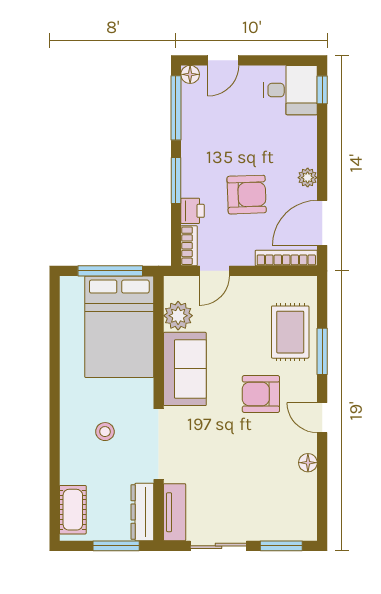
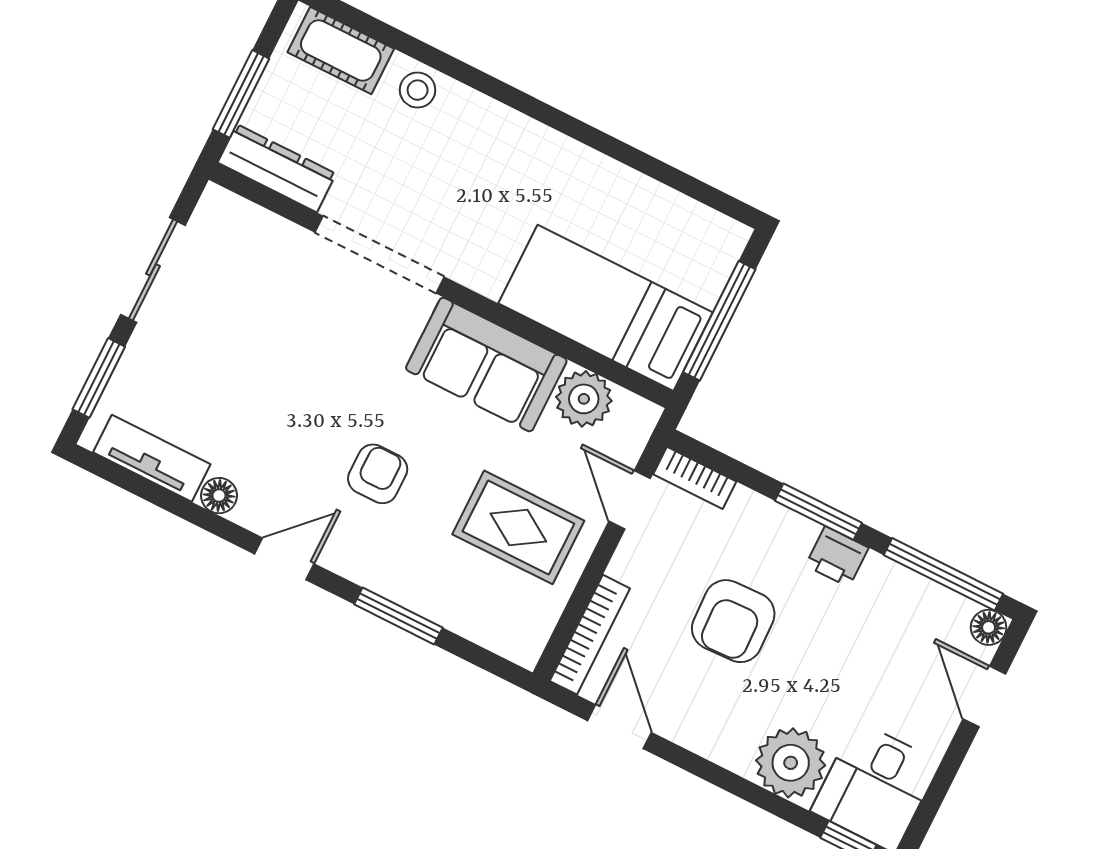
plant: (308, 178) -> (791, 763), moved, width x1.88, depth x1.88
printer: (192, 211) -> (837, 557), moved
door: (322, 223) -> (619, 727), width x0.73
bed: (119, 327) -> (606, 308), width x0.67
rug: (290, 332) -> (518, 527), moved
armchair: (261, 394) -> (378, 474), width x0.72, depth x0.72
stool: (105, 432) -> (418, 90), moved
tv unit: (175, 512) -> (152, 458), moved, turned 180

